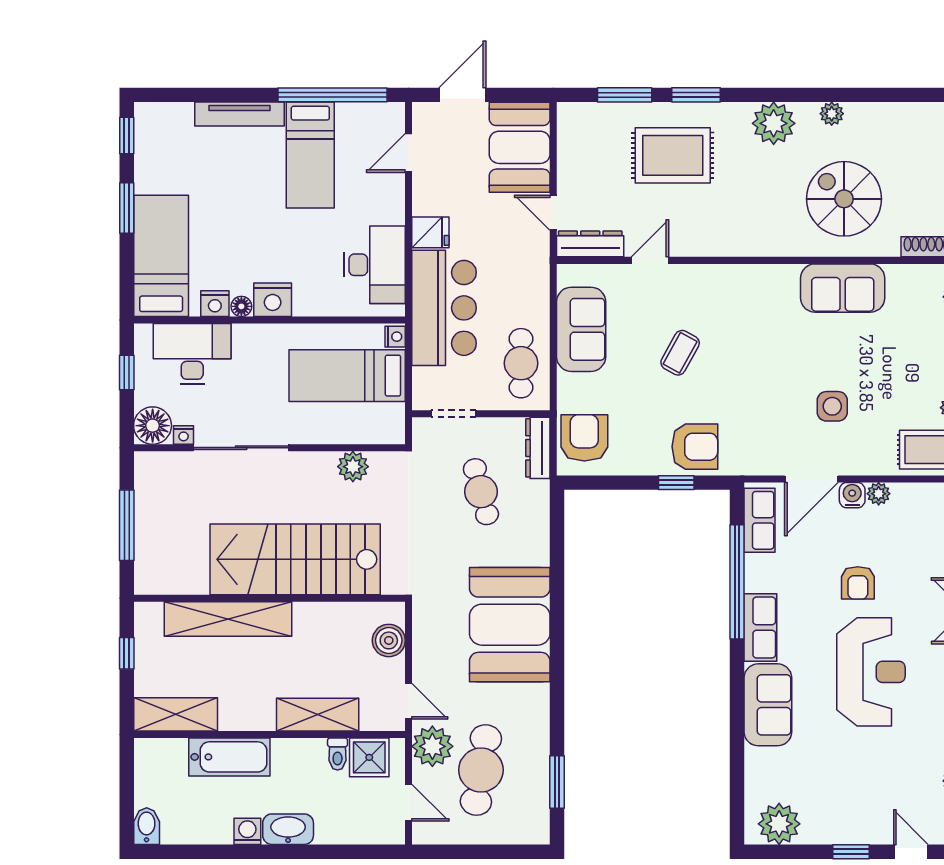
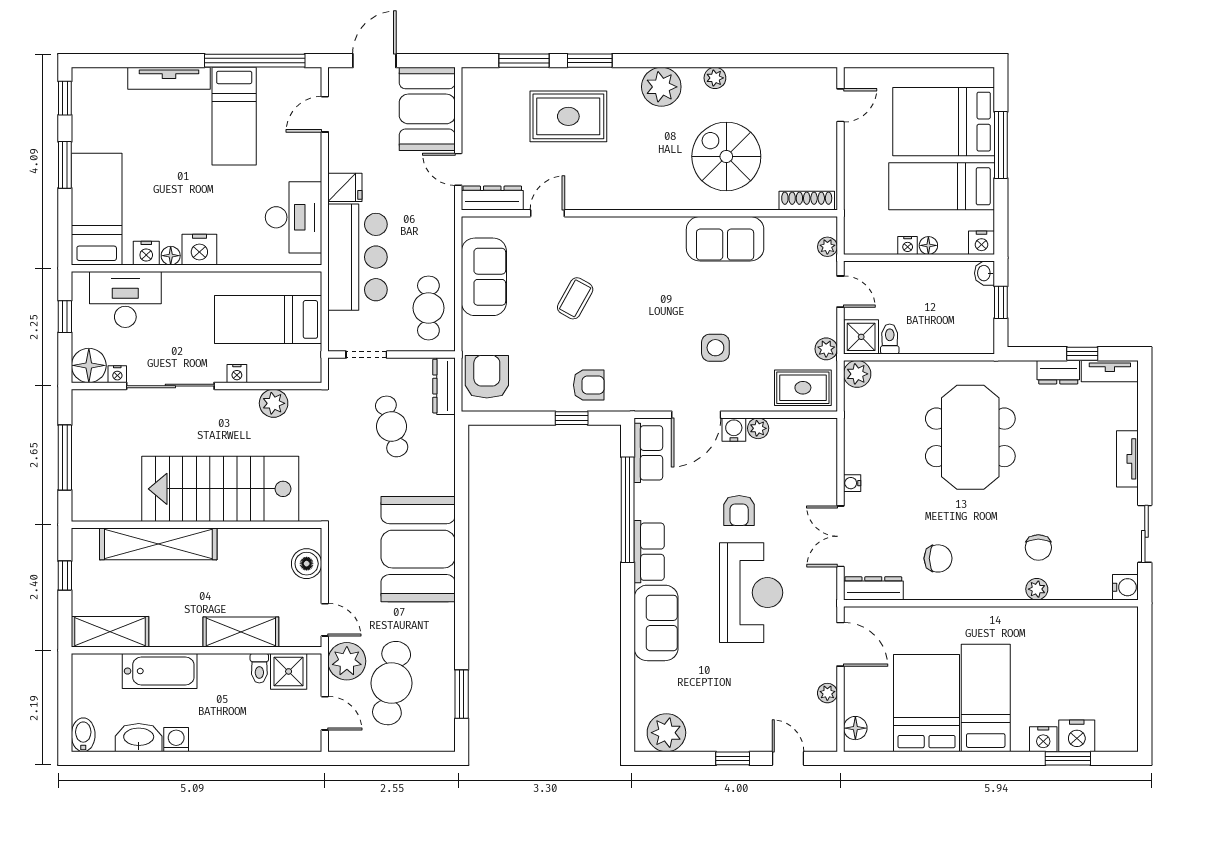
nightstand: (395, 337) -> (237, 374), moved, turned 90
armchair: (695, 447) -> (589, 385), width x0.72, depth x0.72
washbasin: (288, 829) -> (139, 738), moved

